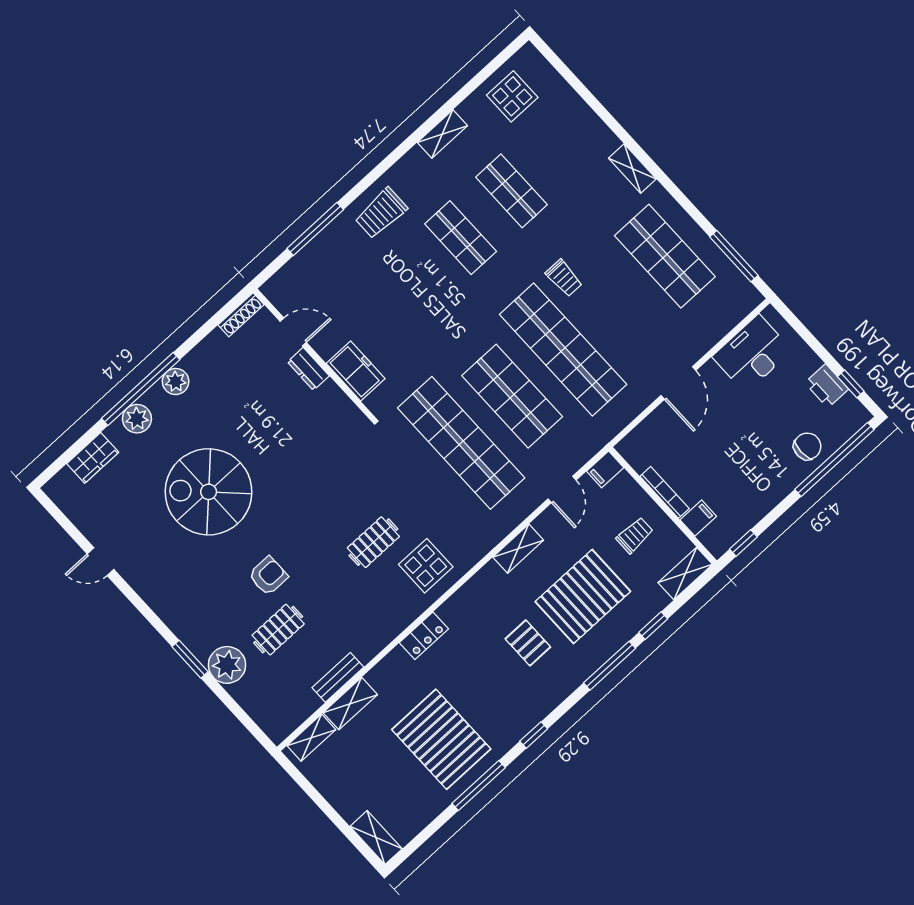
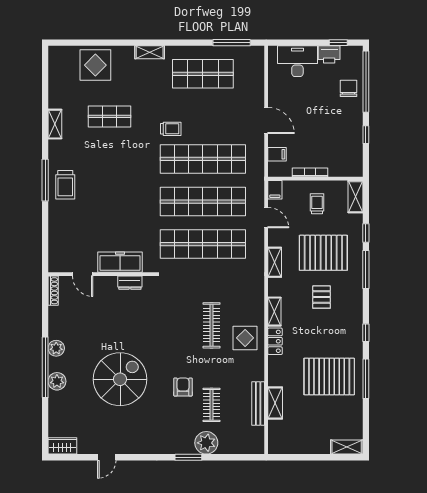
display table: (512, 96) -> (95, 65), moved, width x1.36, depth x1.36
window: (315, 229) -> (45, 180), moved
shop shelf: (461, 238) -> (109, 159), removed
door: (293, 332) -> (83, 274), swing flipped
desk: (752, 354) -> (297, 61), moved, turned 90
dresser: (308, 369) -> (130, 283), moved
freezer: (356, 371) -> (120, 262), width x1.40
shop shelf: (512, 396) -> (203, 202), width x1.40
wardrobe: (93, 458) -> (62, 446), moved, turned -90
spiral stairs: (209, 492) -> (120, 379), turned 180
filing cabinet: (698, 518) -> (277, 154), moved, turned 90
clothes rail: (373, 542) -> (212, 325), width x1.36
window: (743, 543) -> (366, 135), moved
display table: (426, 566) -> (245, 338), moved
pallet: (583, 597) -> (323, 253), turned 90
pallet: (528, 643) -> (322, 297), turned 90
bench: (338, 677) -> (258, 403), width x1.36
shelving: (311, 738) -> (274, 312), moved

